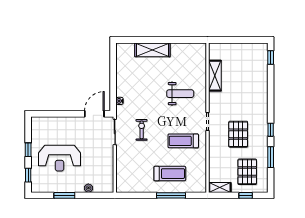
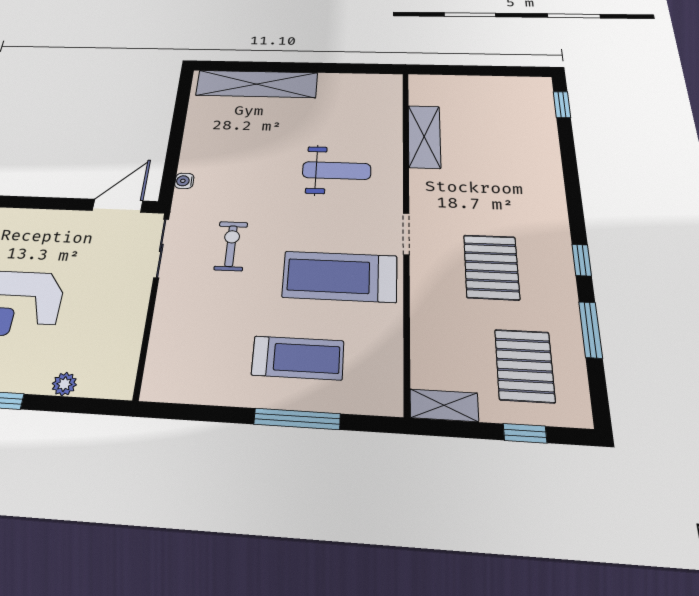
shelving: (152, 50) -> (257, 84), width x1.47
treadmill: (183, 141) -> (340, 277), width x1.37, depth x1.38

